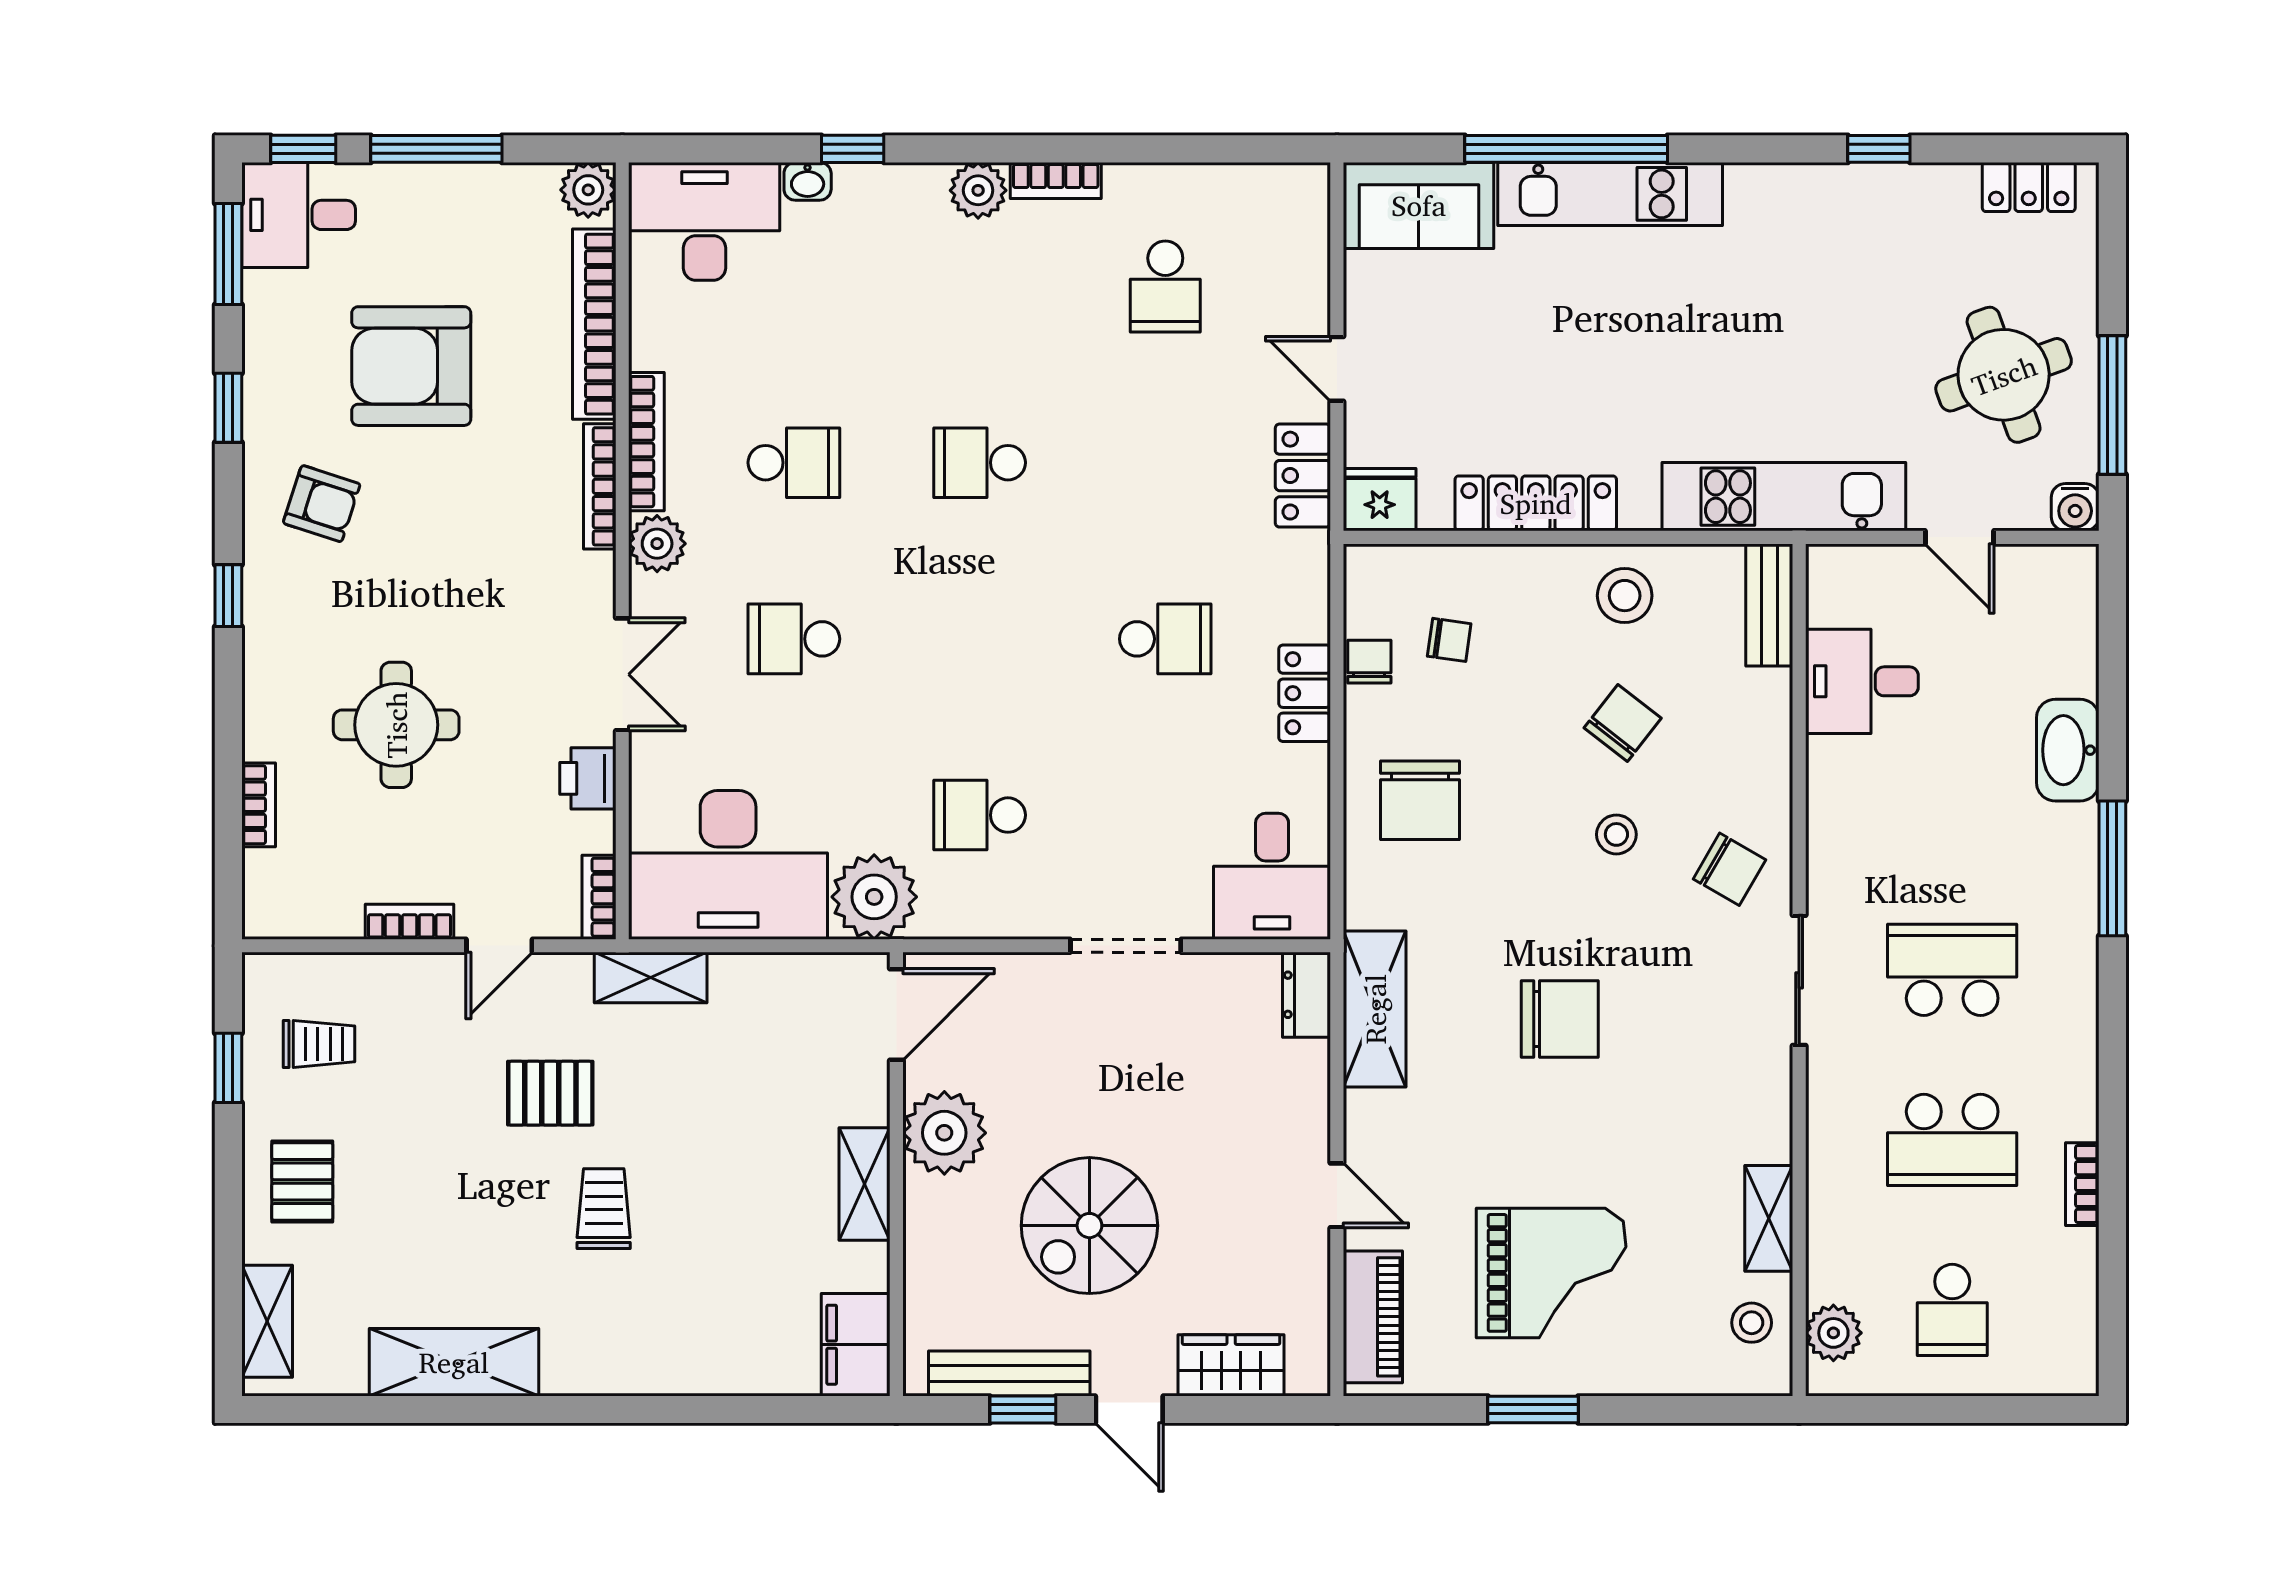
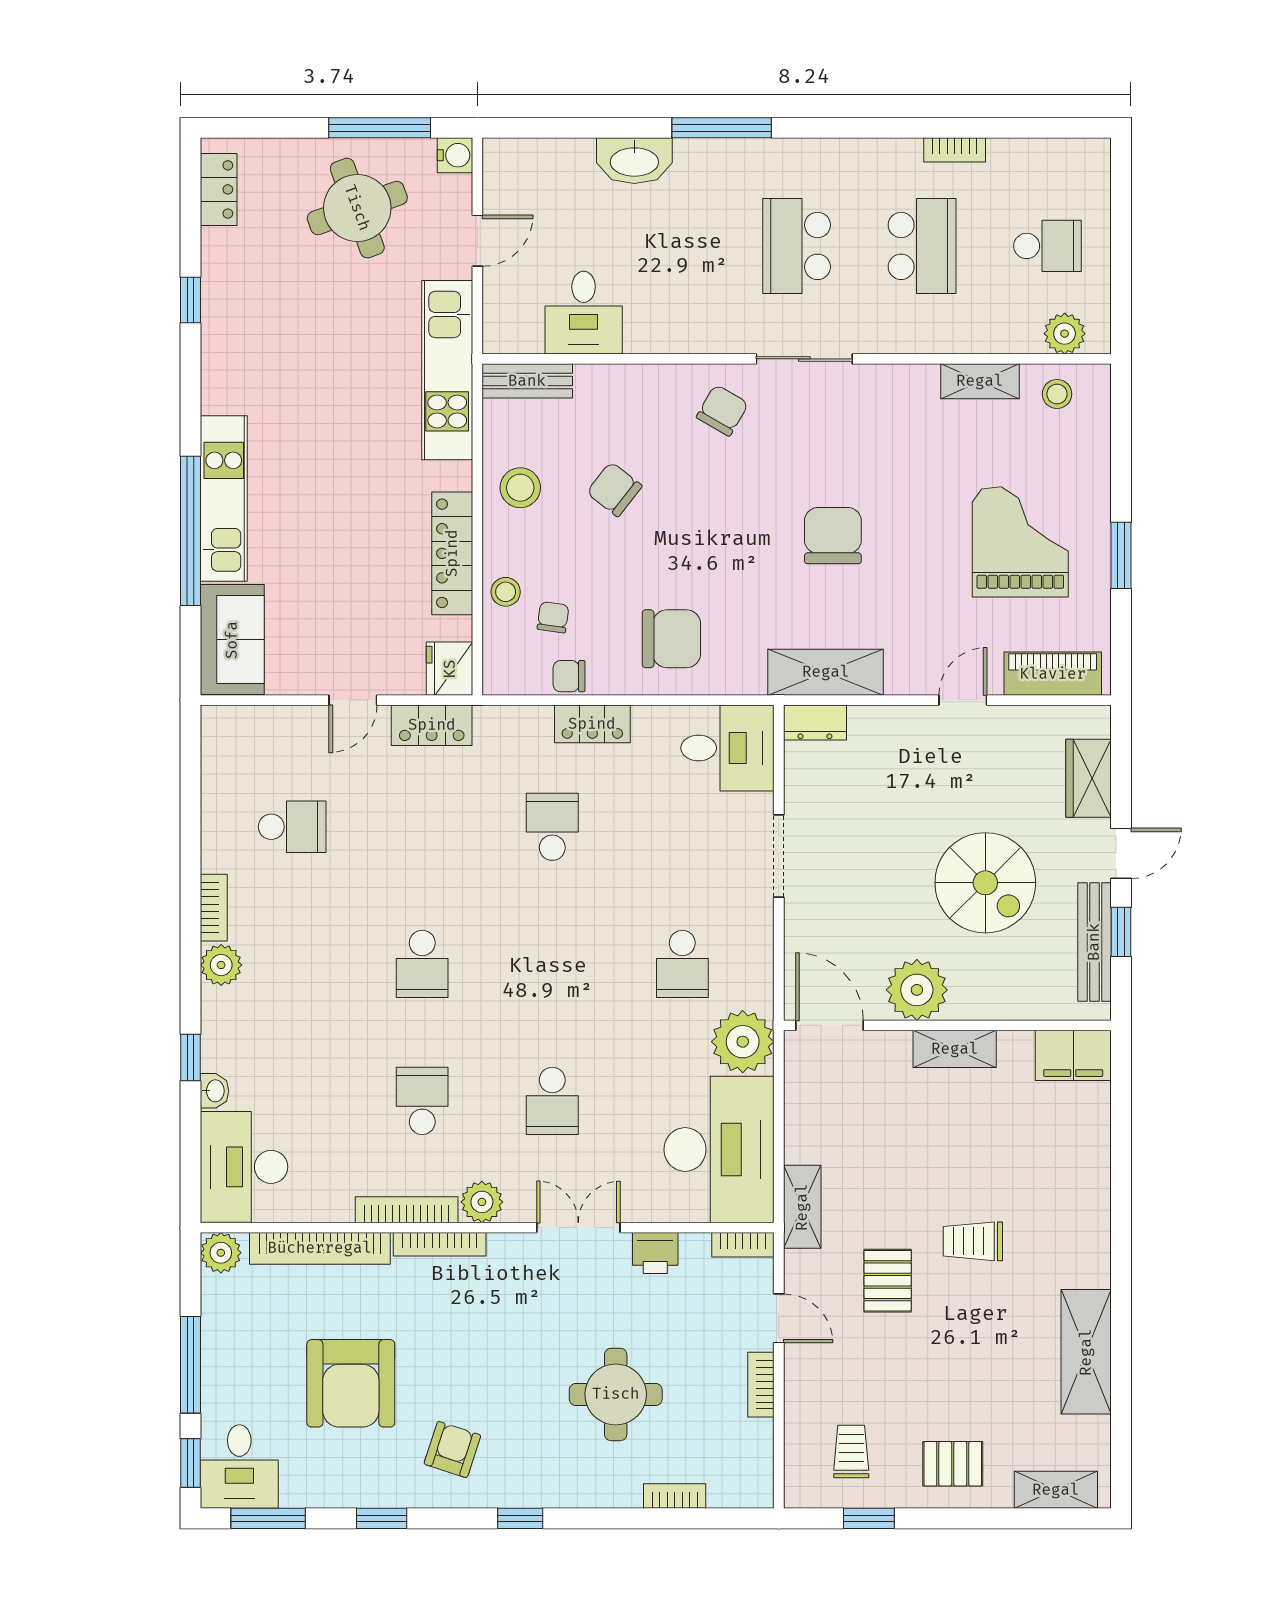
stool: (1616, 834) -> (506, 592), moved

